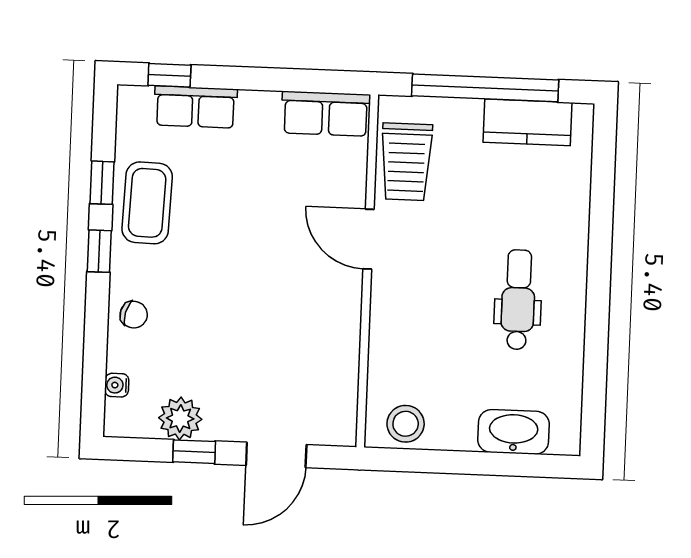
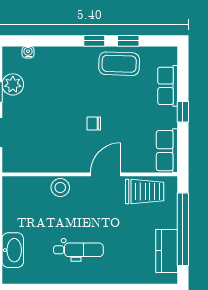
window: (169, 75) -> (183, 112), moved
trolley: (406, 162) -> (145, 192), turned 180
chair: (134, 315) -> (94, 123), moved, turned 75
stool: (406, 424) -> (60, 188), moved

